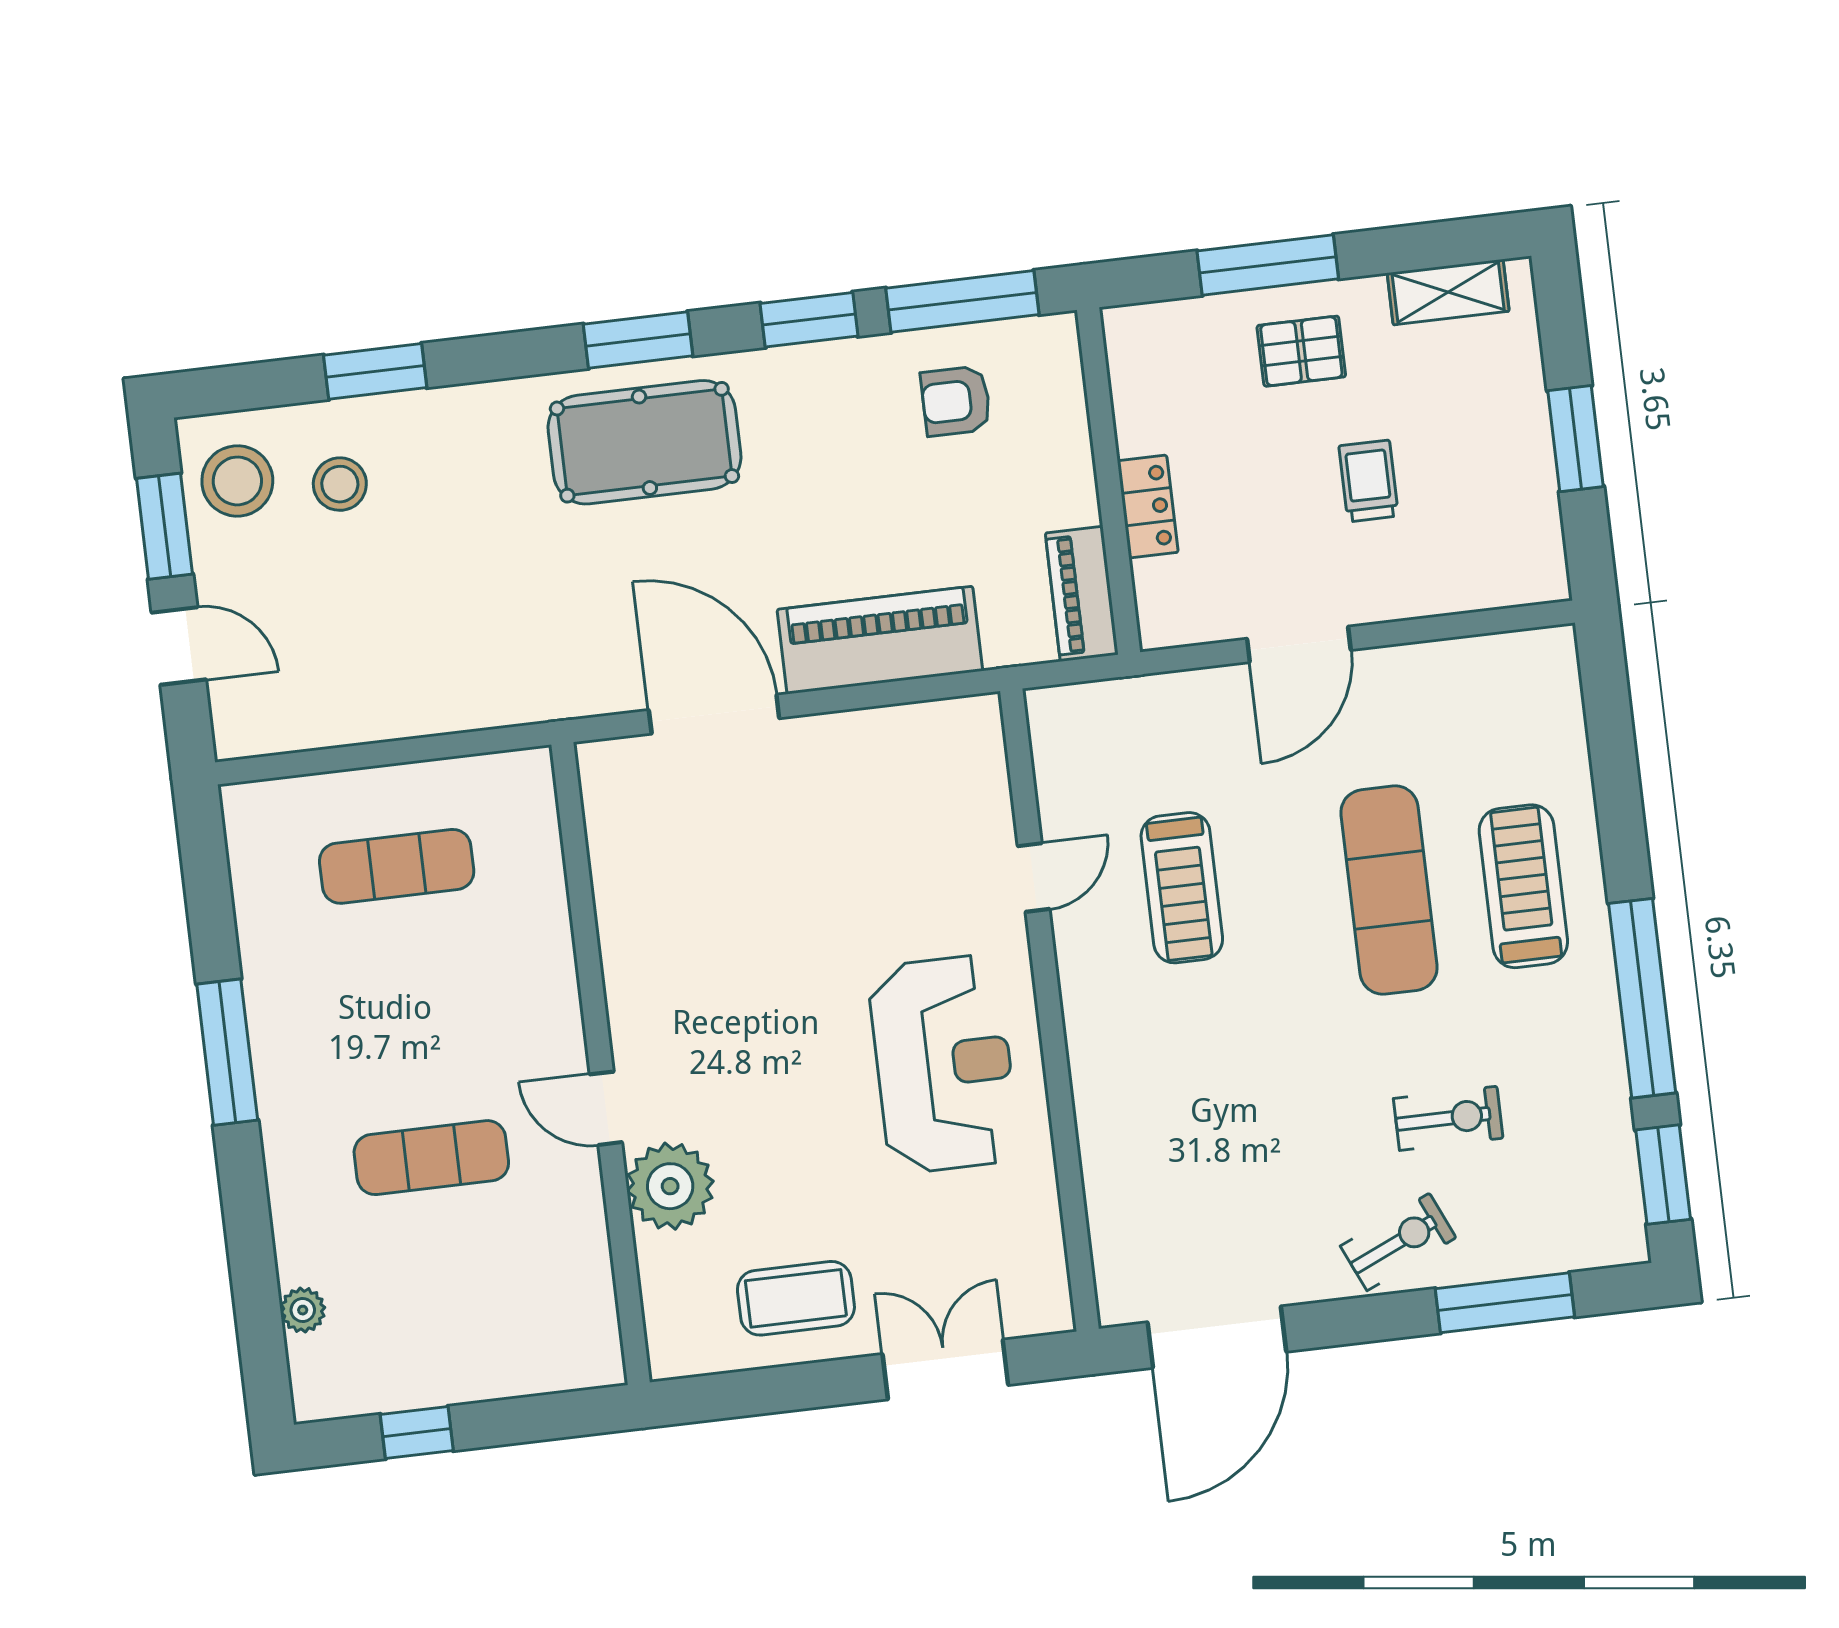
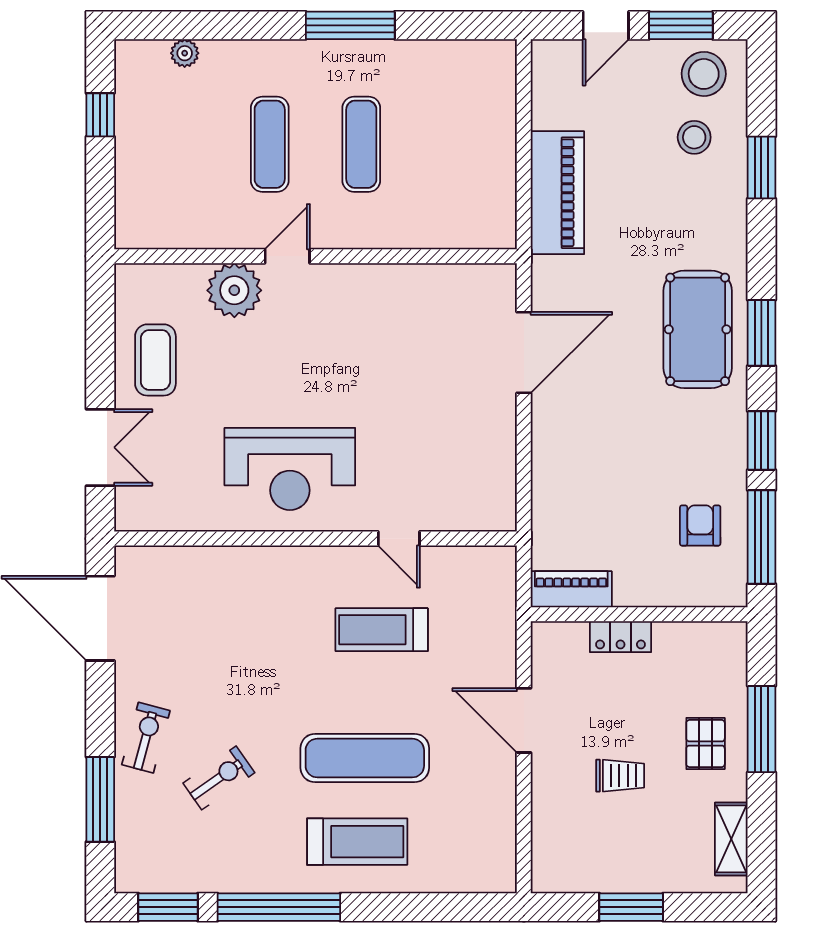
piano: (880, 640) -> (557, 193), moved
exercise mat: (397, 866) -> (361, 144), moved
exercise bike: (1448, 1118) -> (219, 778), turned -125
exercise bike: (1398, 1242) -> (146, 738), turned -141

